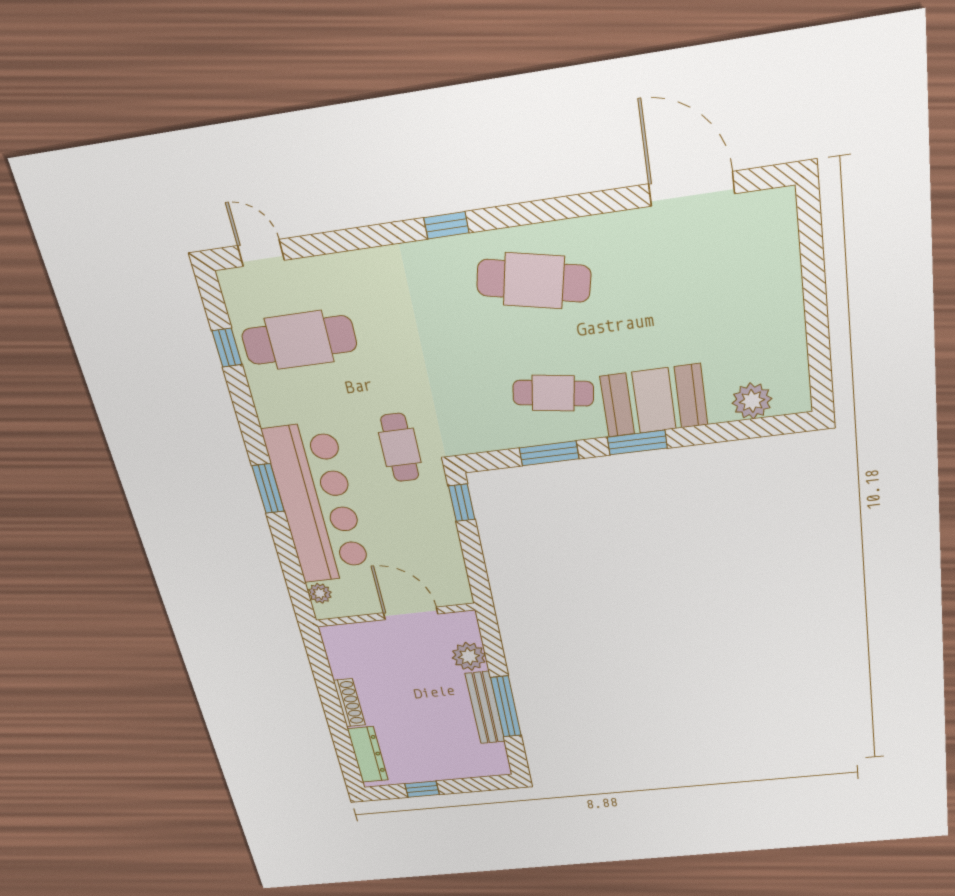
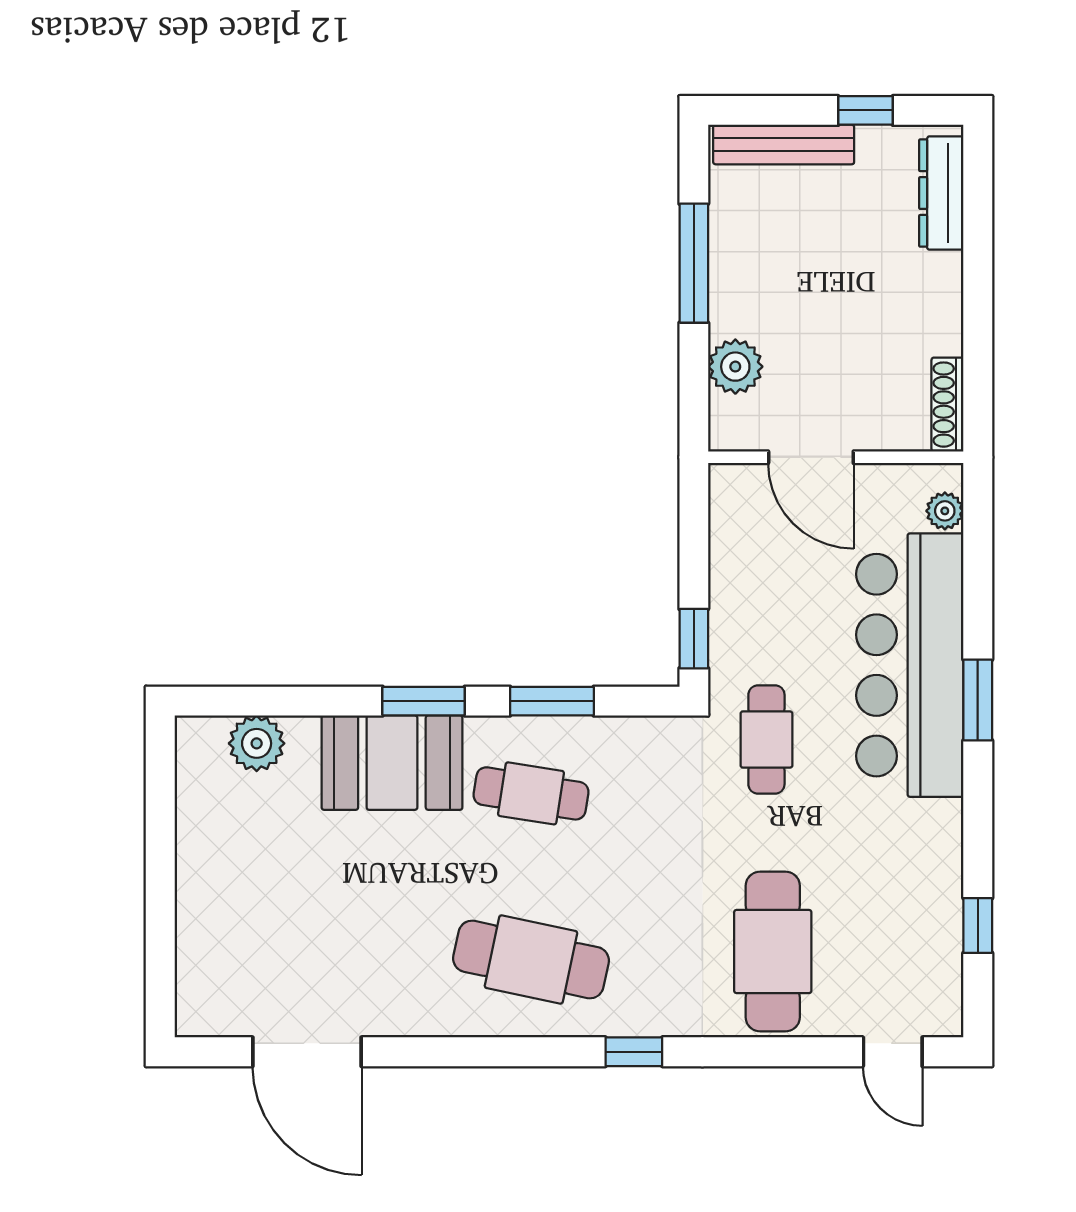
cafe table: (299, 340) -> (773, 952), moved, turned 90
shoe rack: (349, 703) -> (947, 405), moved
bench: (485, 708) -> (784, 145), moved, turned 90

